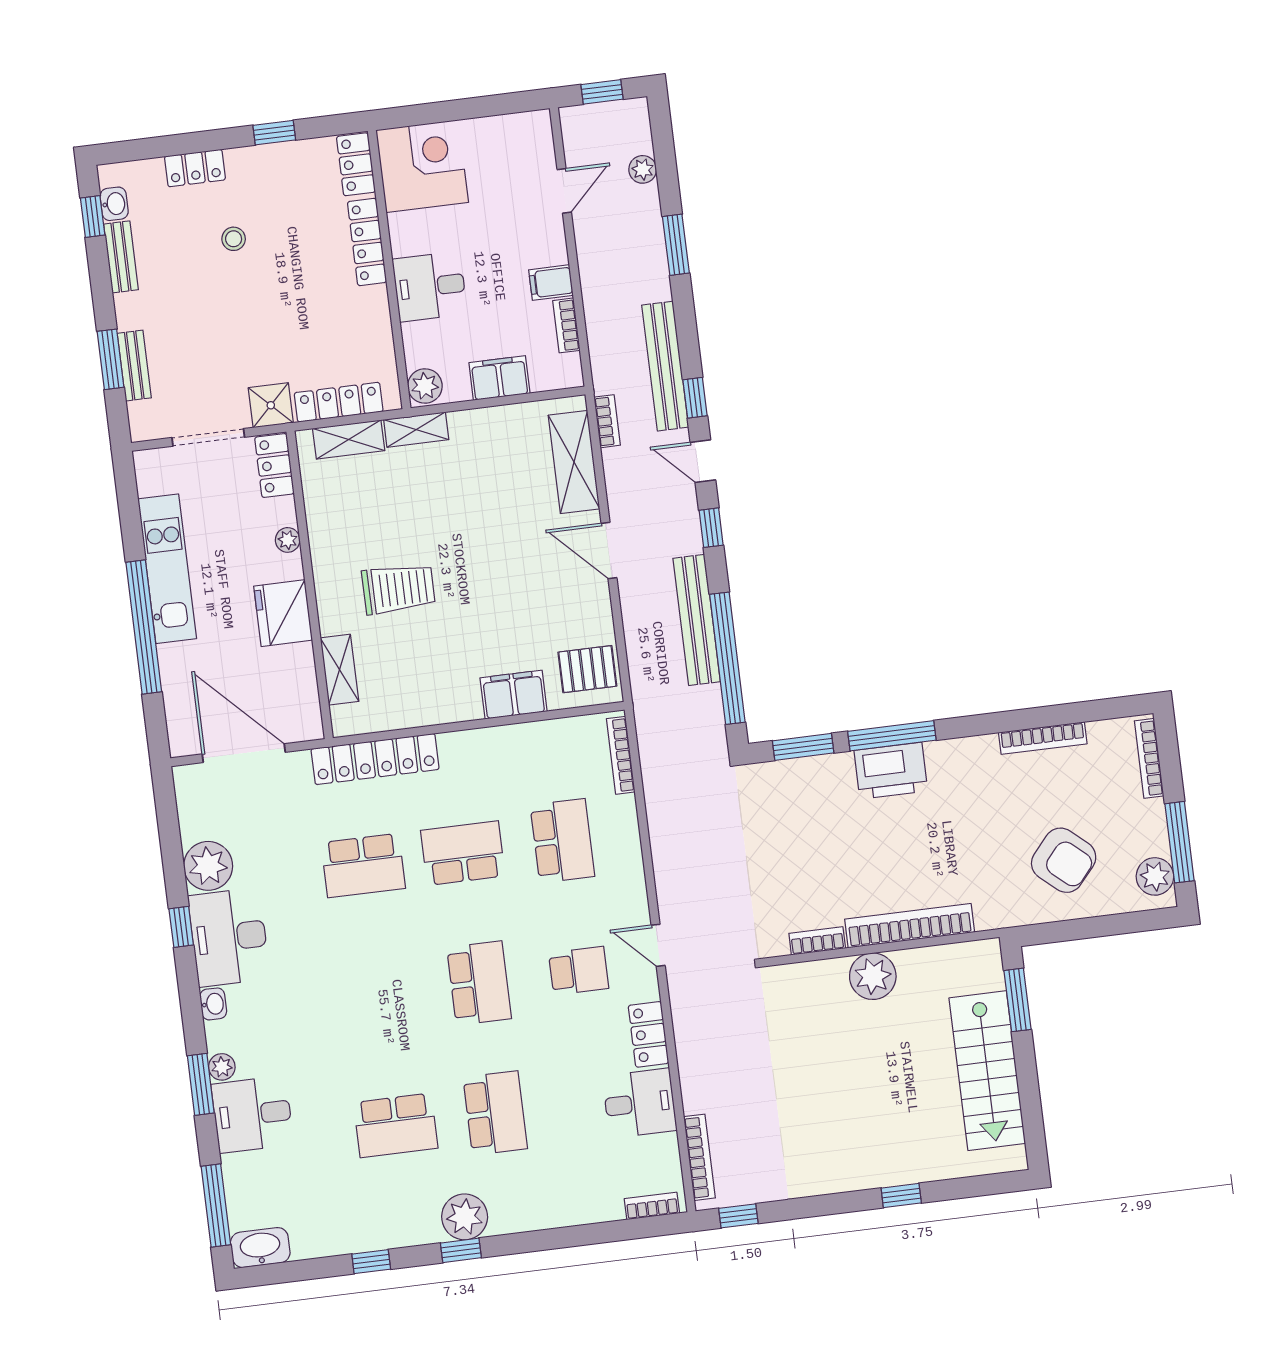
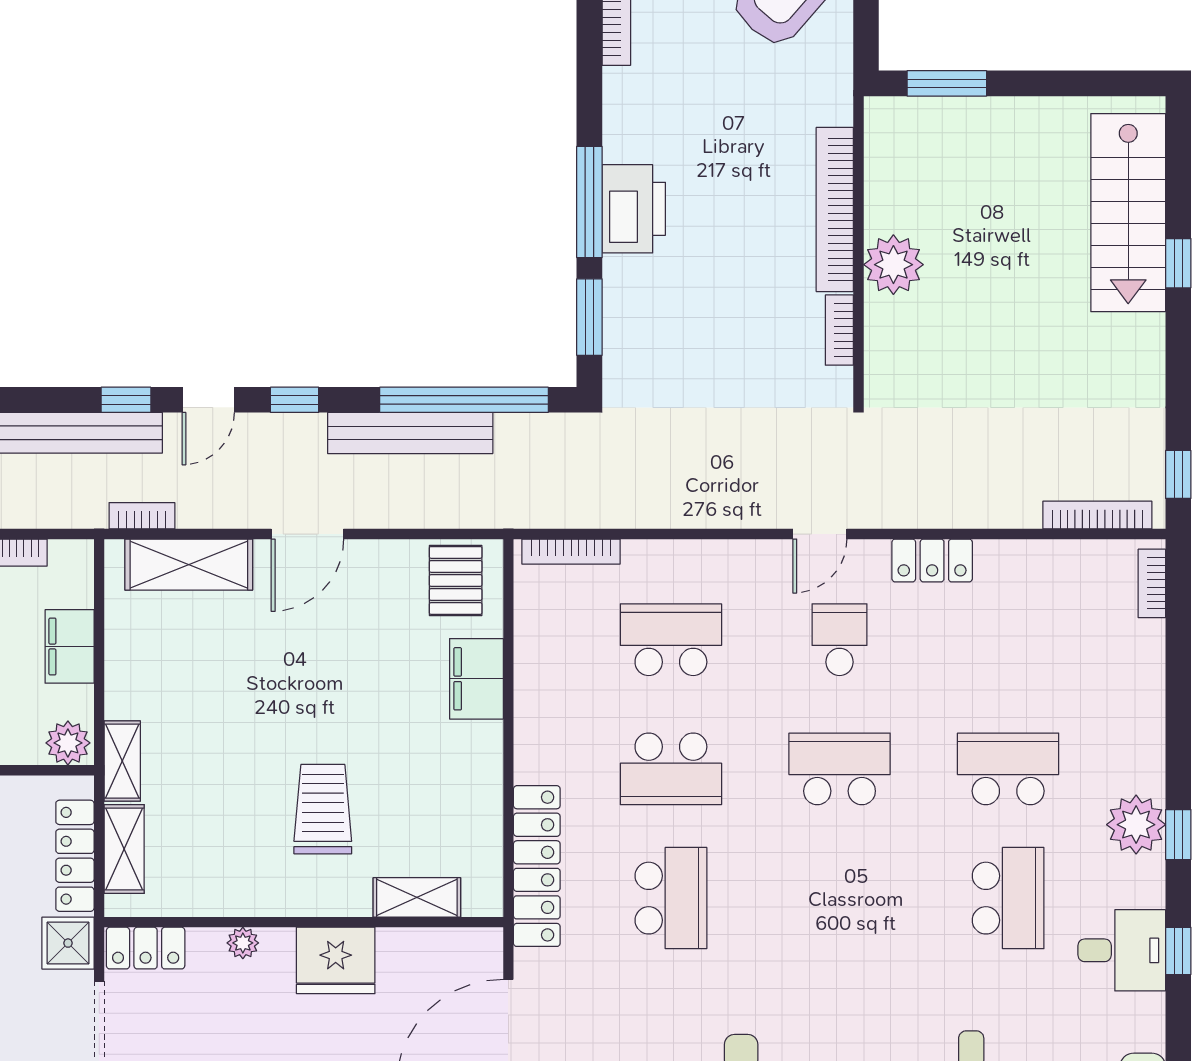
school desk: (463, 853) -> (671, 769), turned -90
stairs: (987, 1071) -> (1128, 213), moved, turned 90
desk: (640, 1103) -> (1122, 950), moved, turned 90

